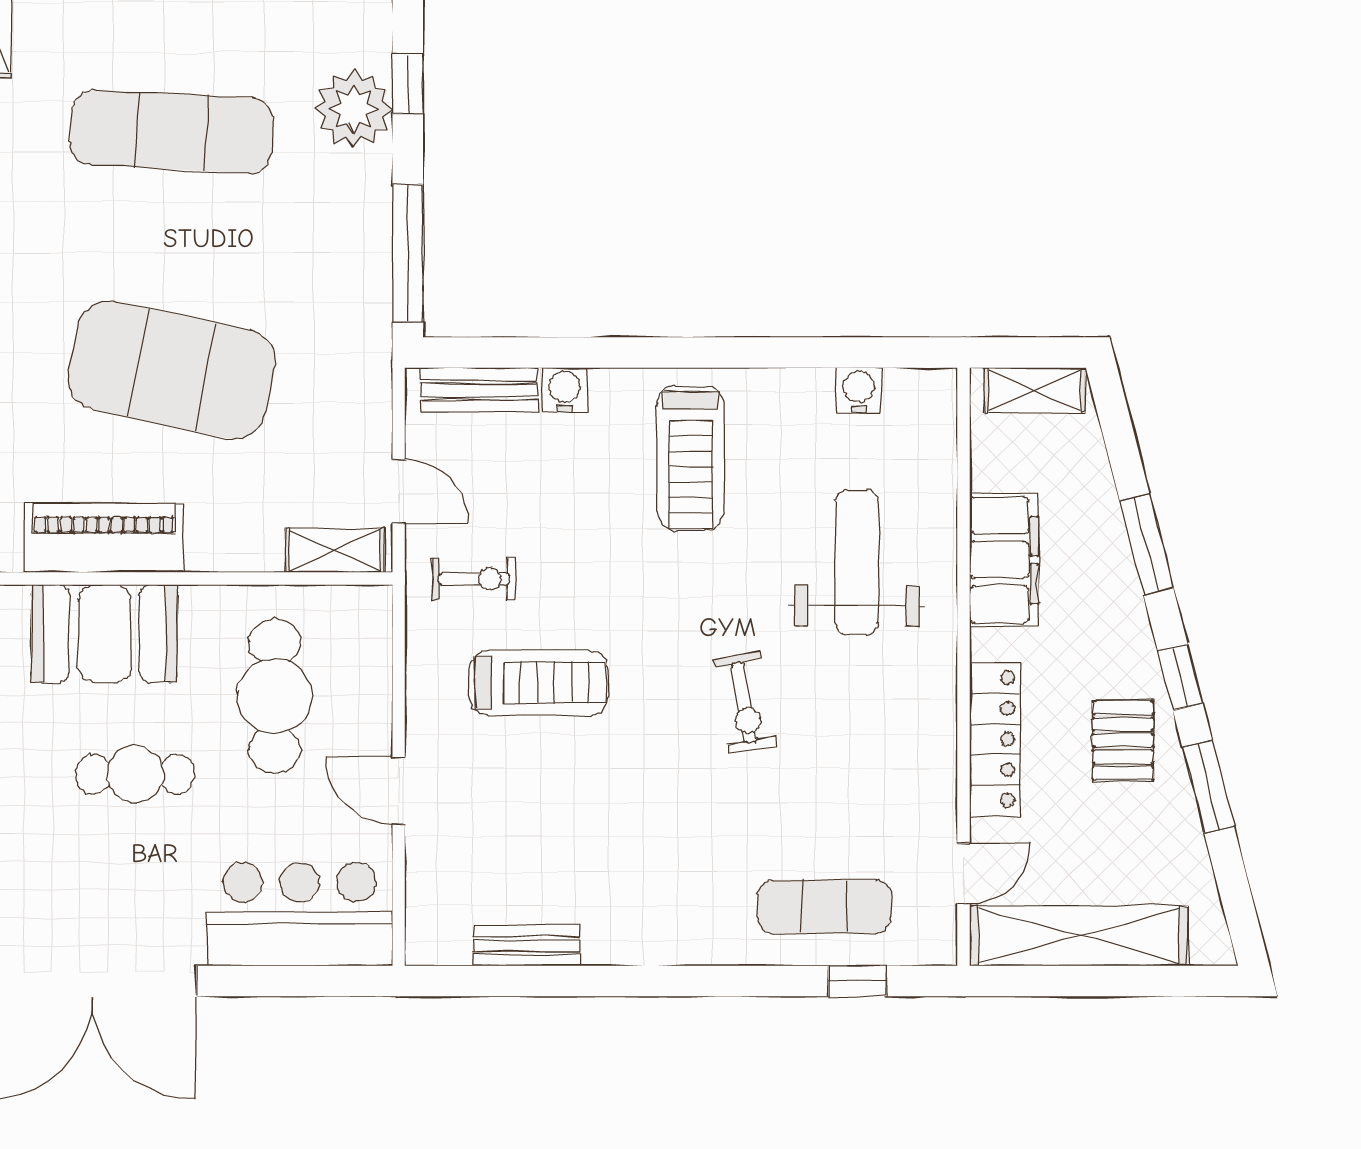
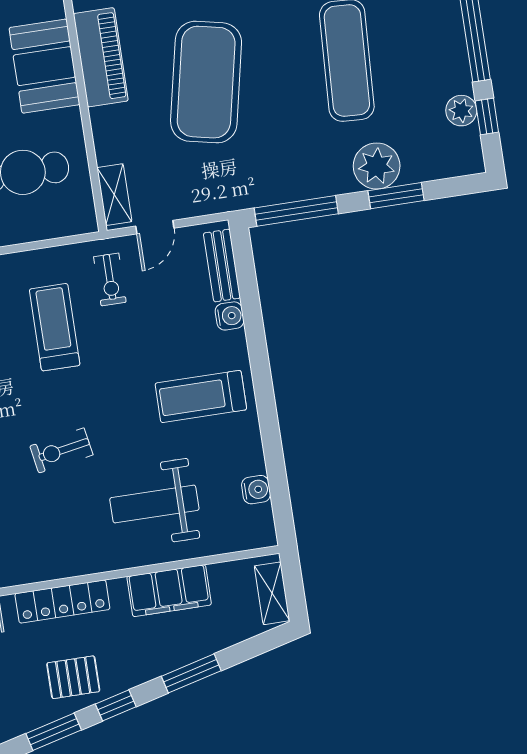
window: (408, 84) -> (396, 196), width x1.50
weight bench: (857, 562) -> (154, 504), turned 180
treadmill: (539, 683) -> (55, 327), turned 180

